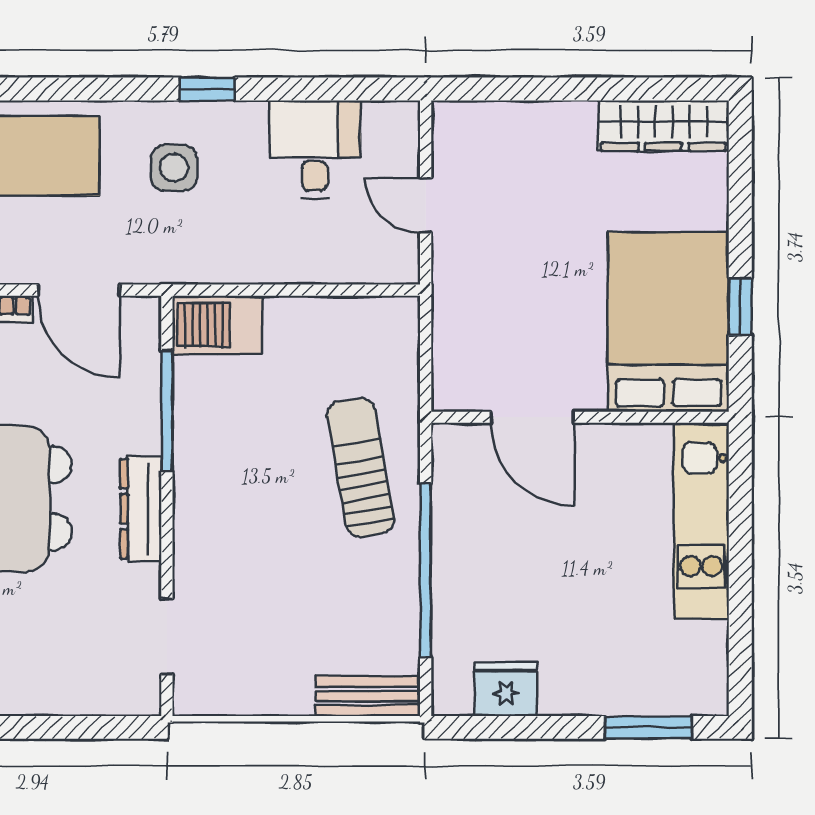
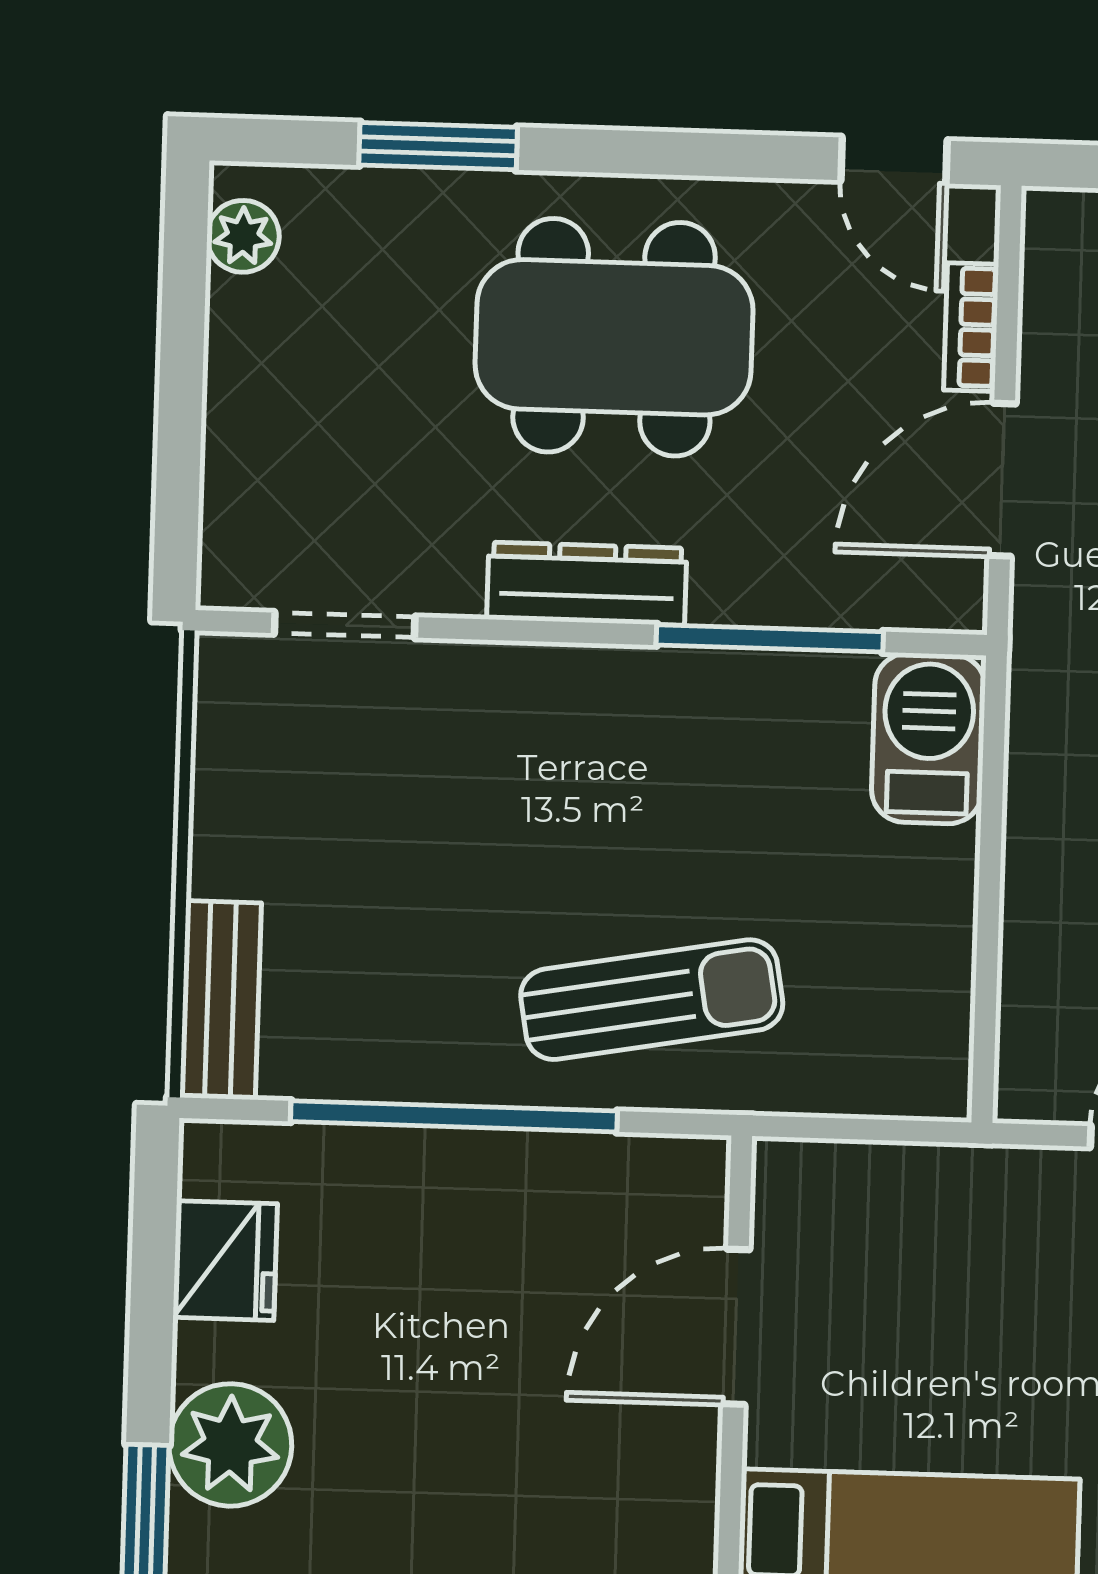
plant: (604, 683) -> (230, 1445), added

